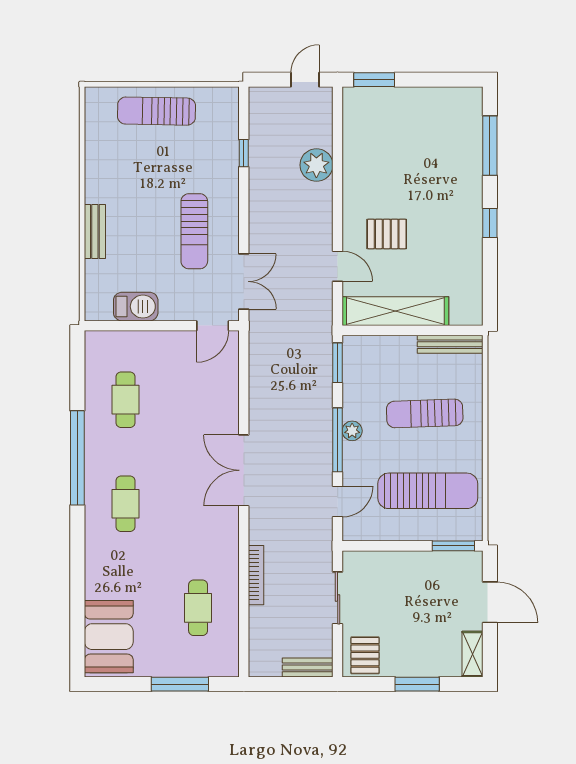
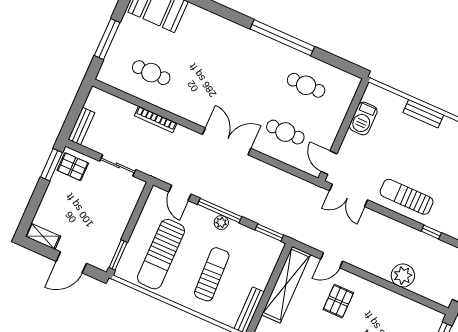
sun lounger: (194, 231) -> (407, 197), moved
cafe table: (126, 504) -> (285, 132), moved
window: (417, 684) -> (51, 165), moved

